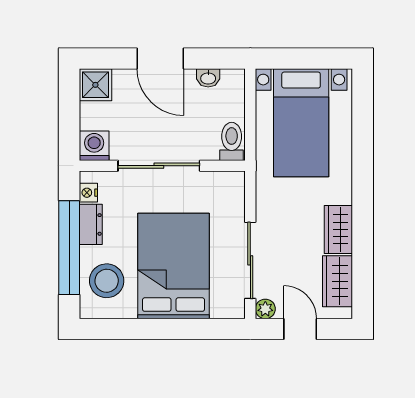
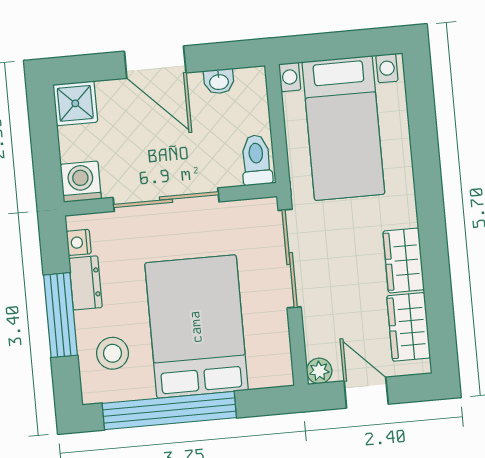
window: (69, 248) -> (61, 315), width x0.68
sliding door: (250, 260) -> (290, 259), moved
stool: (107, 281) -> (112, 353), width x0.73, depth x0.73
window: (147, 329) -> (169, 410), added

